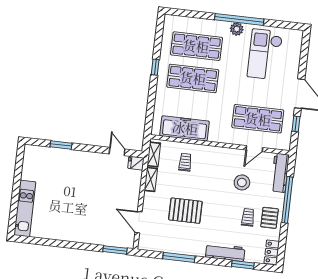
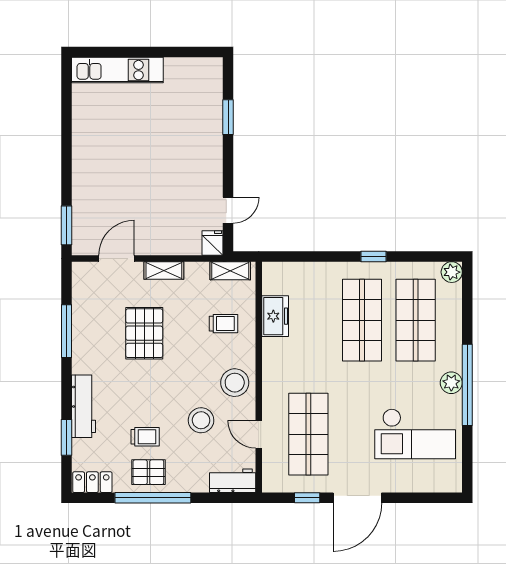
plant: (170, 21) -> (452, 272), added
checkout: (265, 54) -> (415, 434), turned 180
freezer: (185, 128) -> (275, 316), width x0.52, depth x0.79
stool: (222, 160) -> (235, 383), added
workbench: (280, 173) -> (233, 481), width x0.73
shelving: (151, 179) -> (164, 270), moved
window: (287, 200) -> (153, 498), moved

